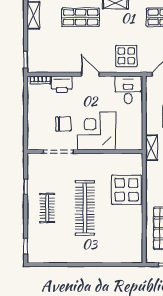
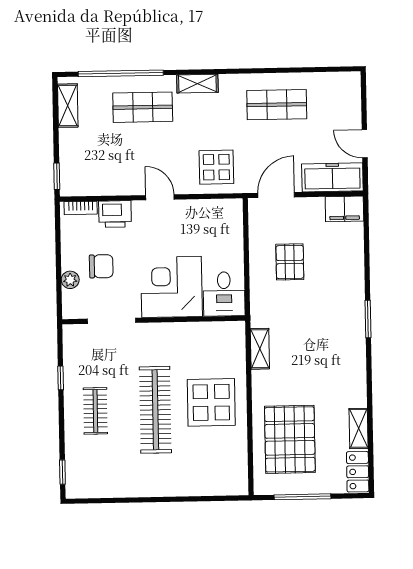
desk: (128, 90) -> (224, 294), moved, turned 180
chair: (63, 124) -> (101, 266), moved
plant: (33, 125) -> (70, 280), added
shelving: (152, 148) -> (260, 349), moved
display table: (126, 190) -> (211, 402), moved

